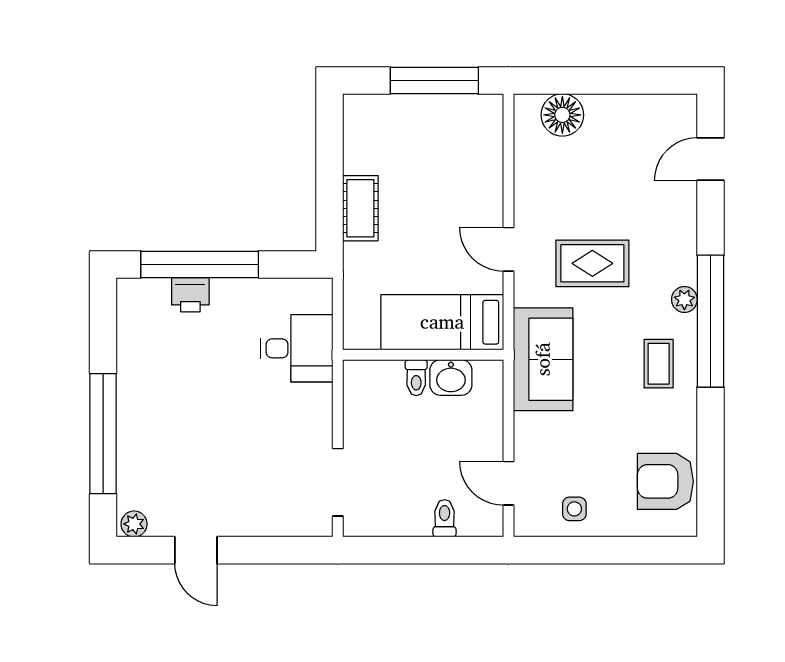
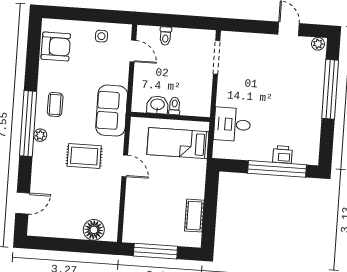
cot: (360, 208) -> (194, 216), moved
bed: (442, 322) -> (178, 143), moved, turned 180

